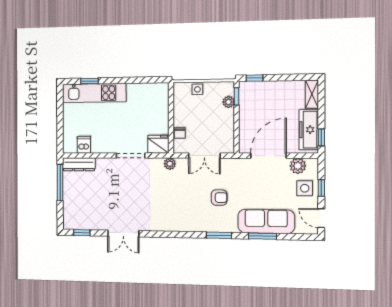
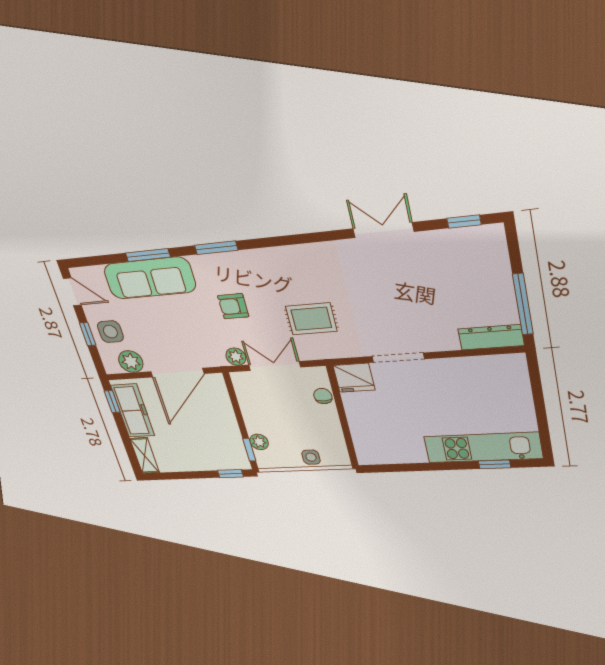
dishwasher: (84, 145) -> (487, 369), removed
plant: (170, 164) -> (236, 357), moved
rug: (175, 185) -> (311, 319), added

